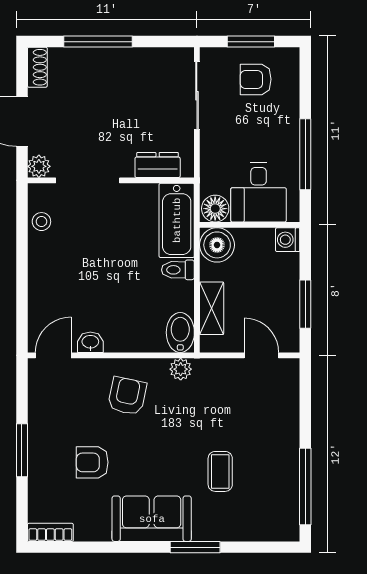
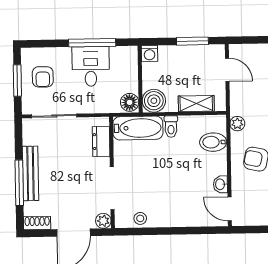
bench: (112, 59) -> (30, 173), added
desk: (259, 192) -> (91, 66), moved, turned -90
bidet: (180, 332) -> (213, 142), moved
door: (261, 355) -> (227, 70), swing flipped

